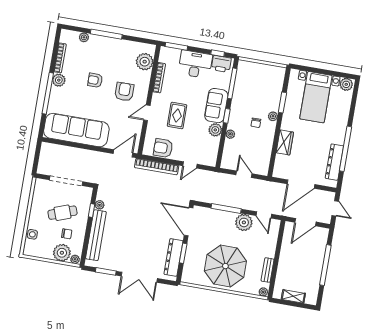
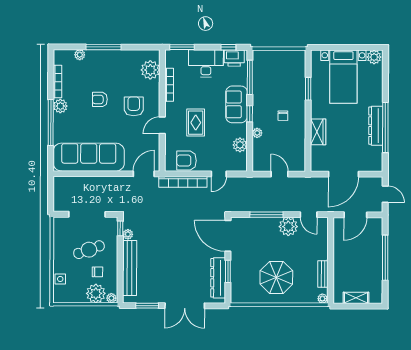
plant: (273, 116) -> (300, 106), removed
plant: (215, 130) -> (240, 145), moved
dresser: (334, 162) -> (376, 126), moved
window: (92, 210) -> (120, 228), moved
parasol: (225, 266) -> (276, 277), width x0.73, depth x0.73

